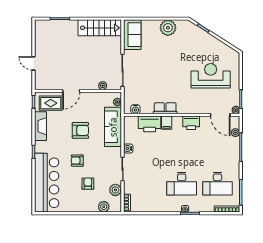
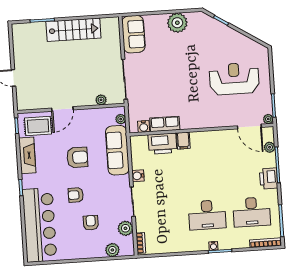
stairs: (100, 28) -> (73, 30), moved
row of seats: (165, 108) -> (165, 124), moved
printer: (191, 123) -> (269, 179), moved, turned 90

